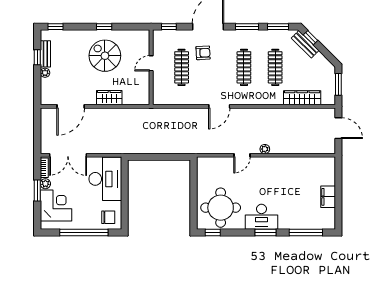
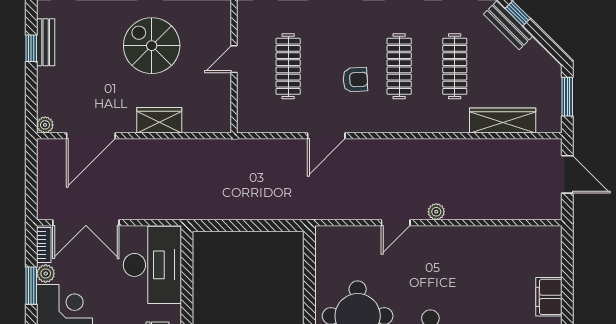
armchair: (203, 53) -> (355, 80), moved
plant: (45, 73) -> (45, 125), moved
door: (219, 106) -> (326, 136), moved

